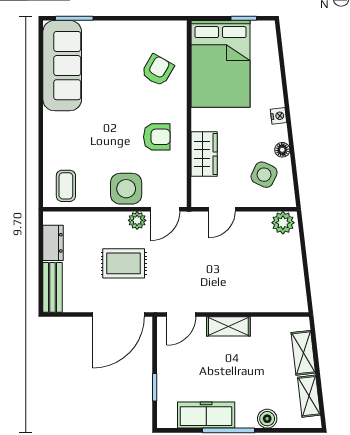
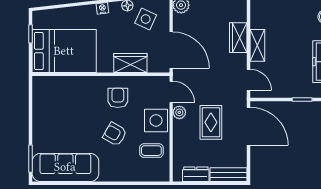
armchair: (158, 70) -> (115, 134), moved
coffee table: (66, 186) -> (151, 151), moved
door: (222, 209) -> (171, 50), width x1.87
wardrobe: (239, 300) -> (238, 38), added

